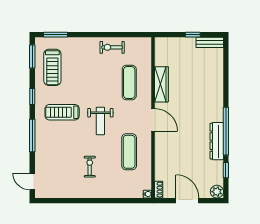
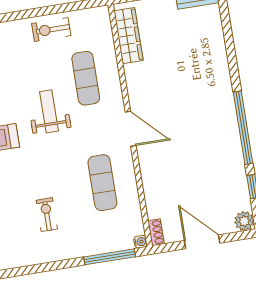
wardrobe: (161, 84) -> (128, 36), moved
weight bench: (100, 121) -> (49, 111), moved, turned 180
dresser: (217, 141) -> (232, 145), removed
window: (126, 201) -> (110, 257), added

